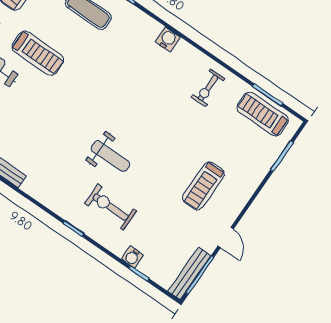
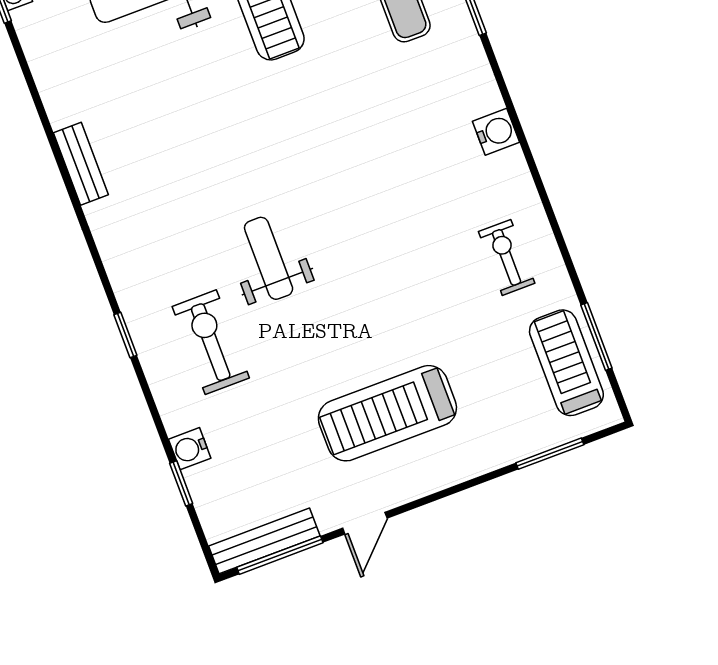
exercise bike: (208, 88) -> (507, 257), turned 90
weight bench: (110, 156) -> (269, 258), turned 180
treadmill: (203, 186) -> (387, 413), width x1.37, depth x1.38

